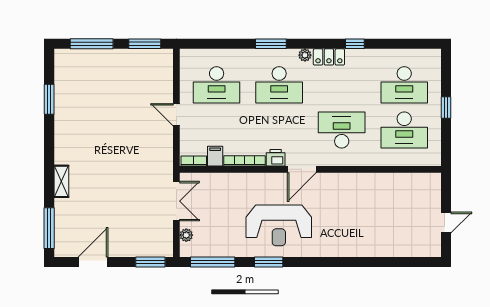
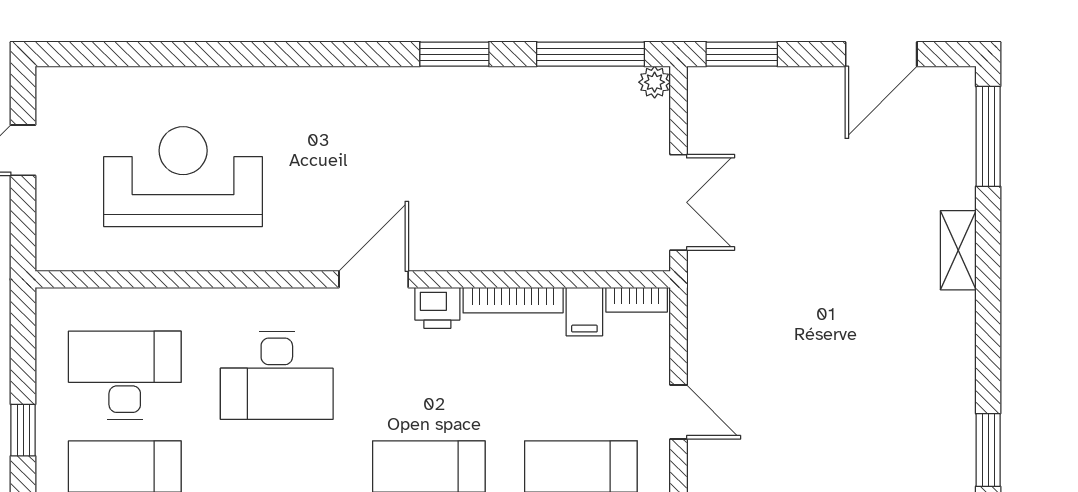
double door: (176, 201) -> (678, 202), swing flipped
reception desk: (279, 225) -> (183, 177), moved
plant: (186, 235) -> (655, 82), moved

